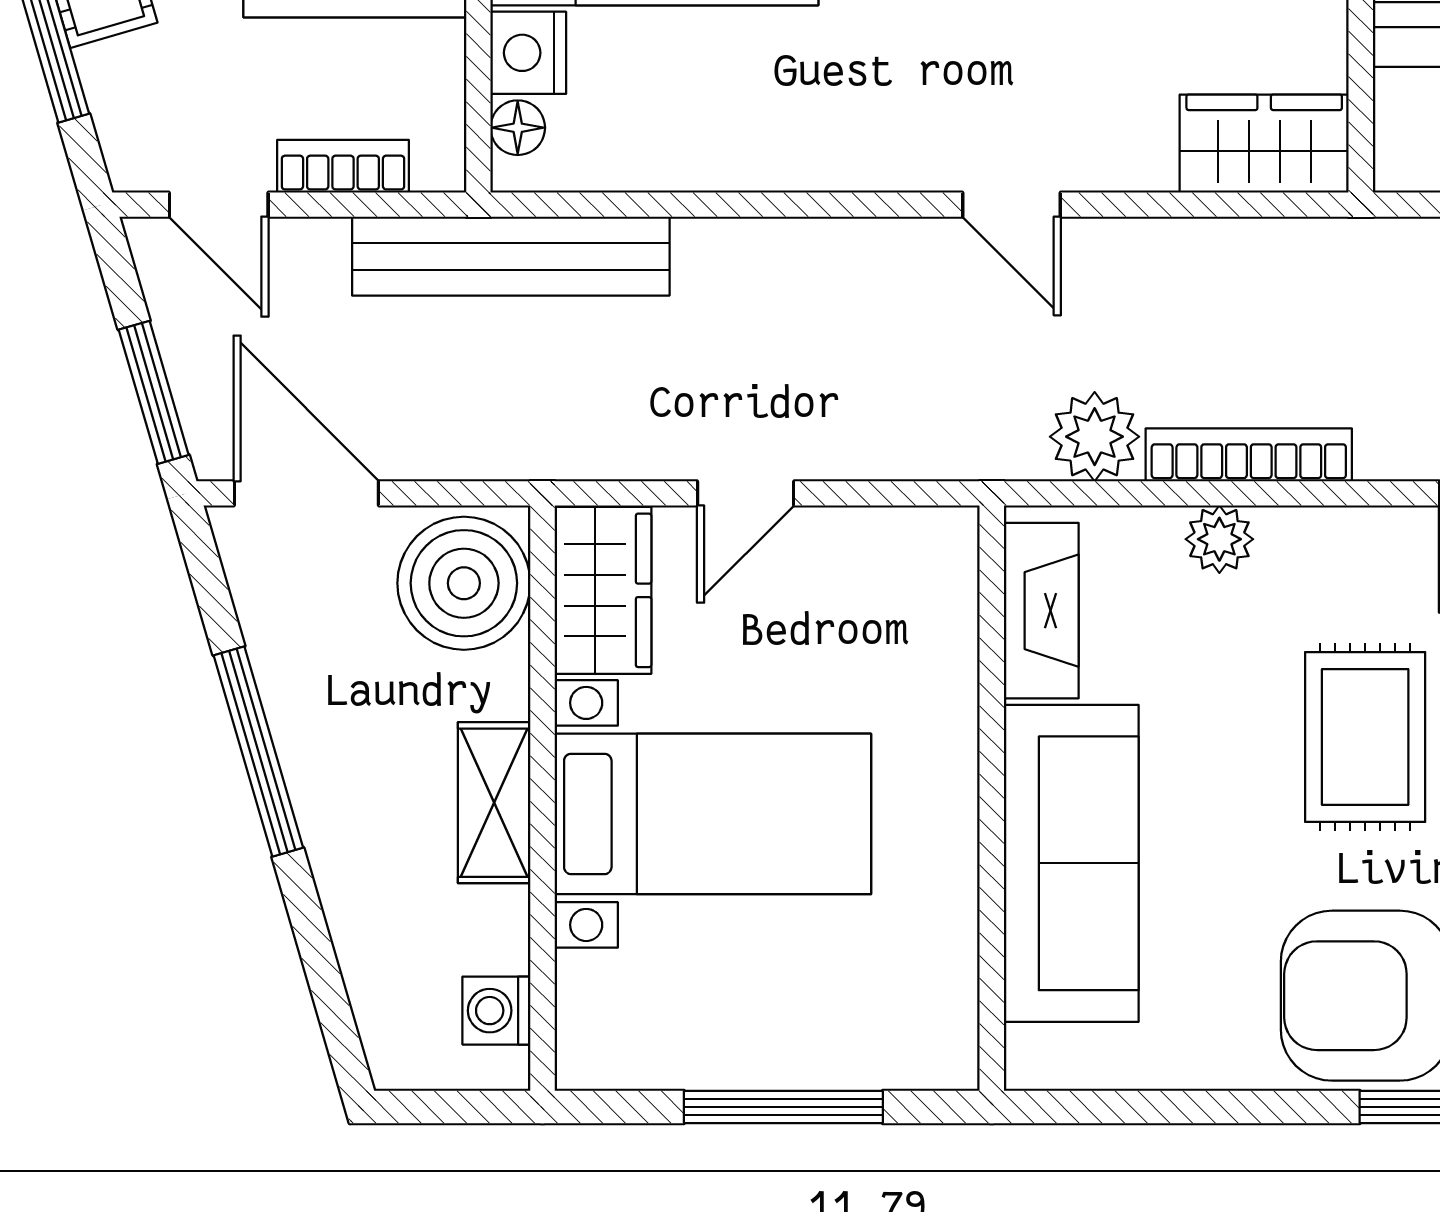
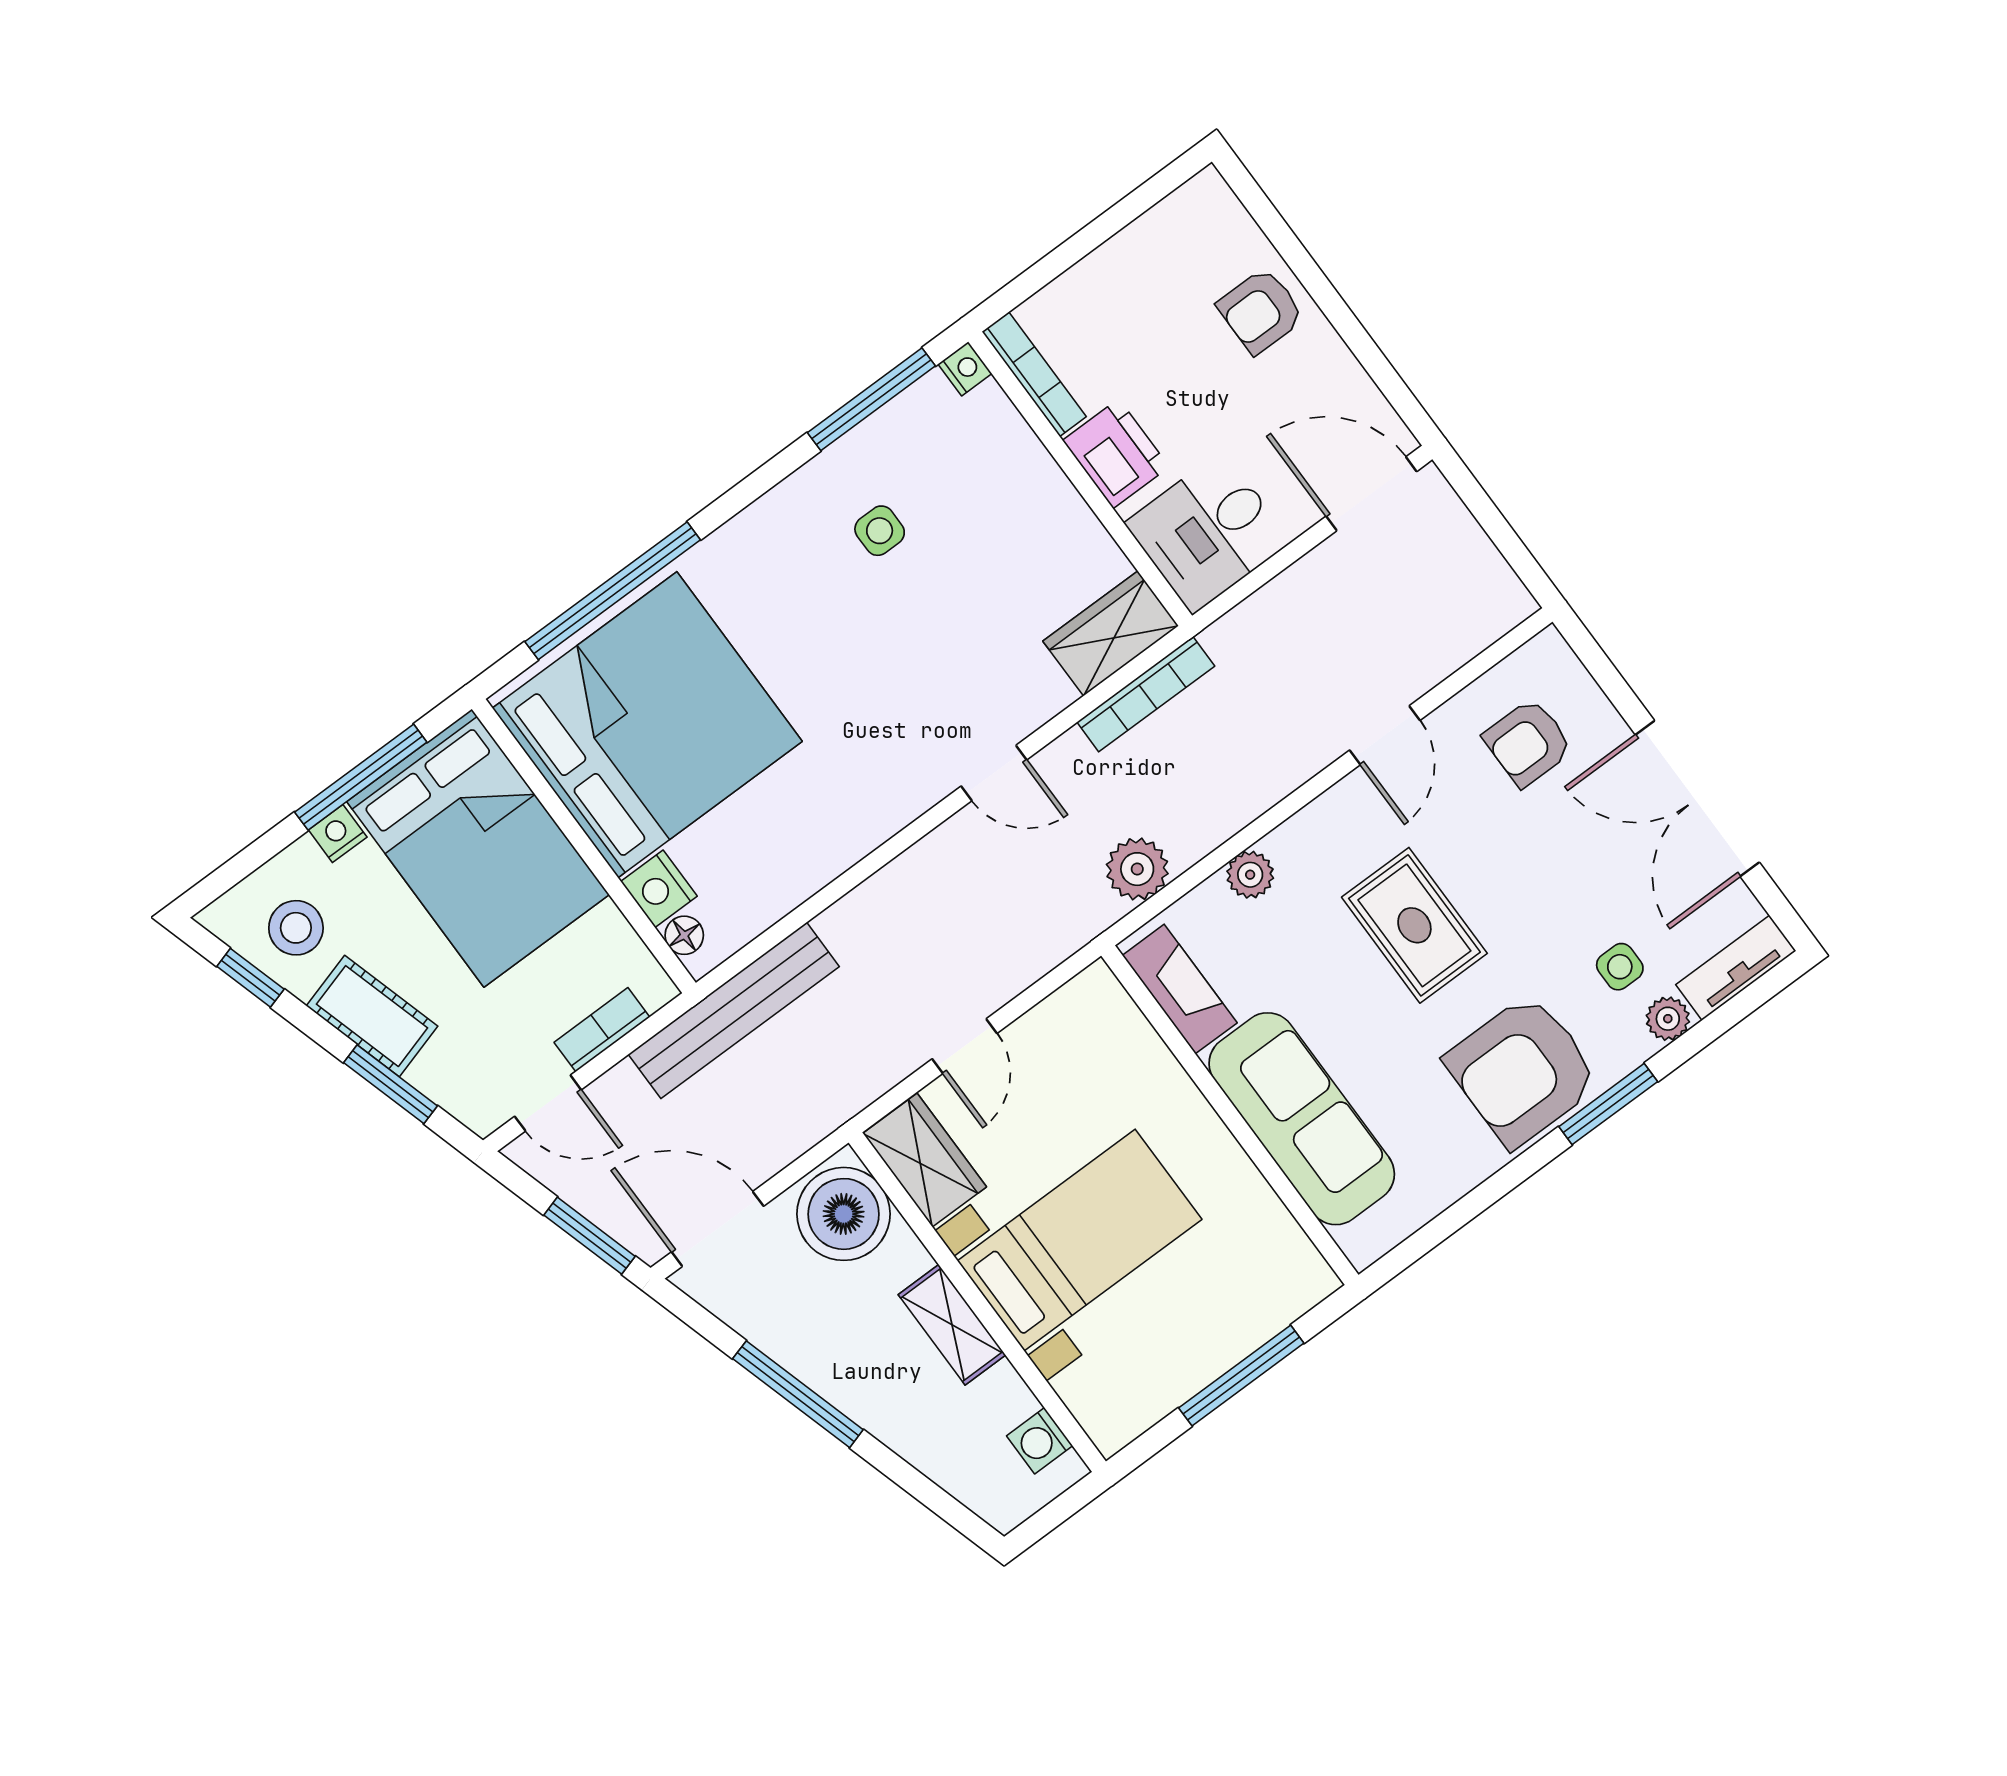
bookcase: (1249, 455) -> (1146, 694), moved, turned 180

